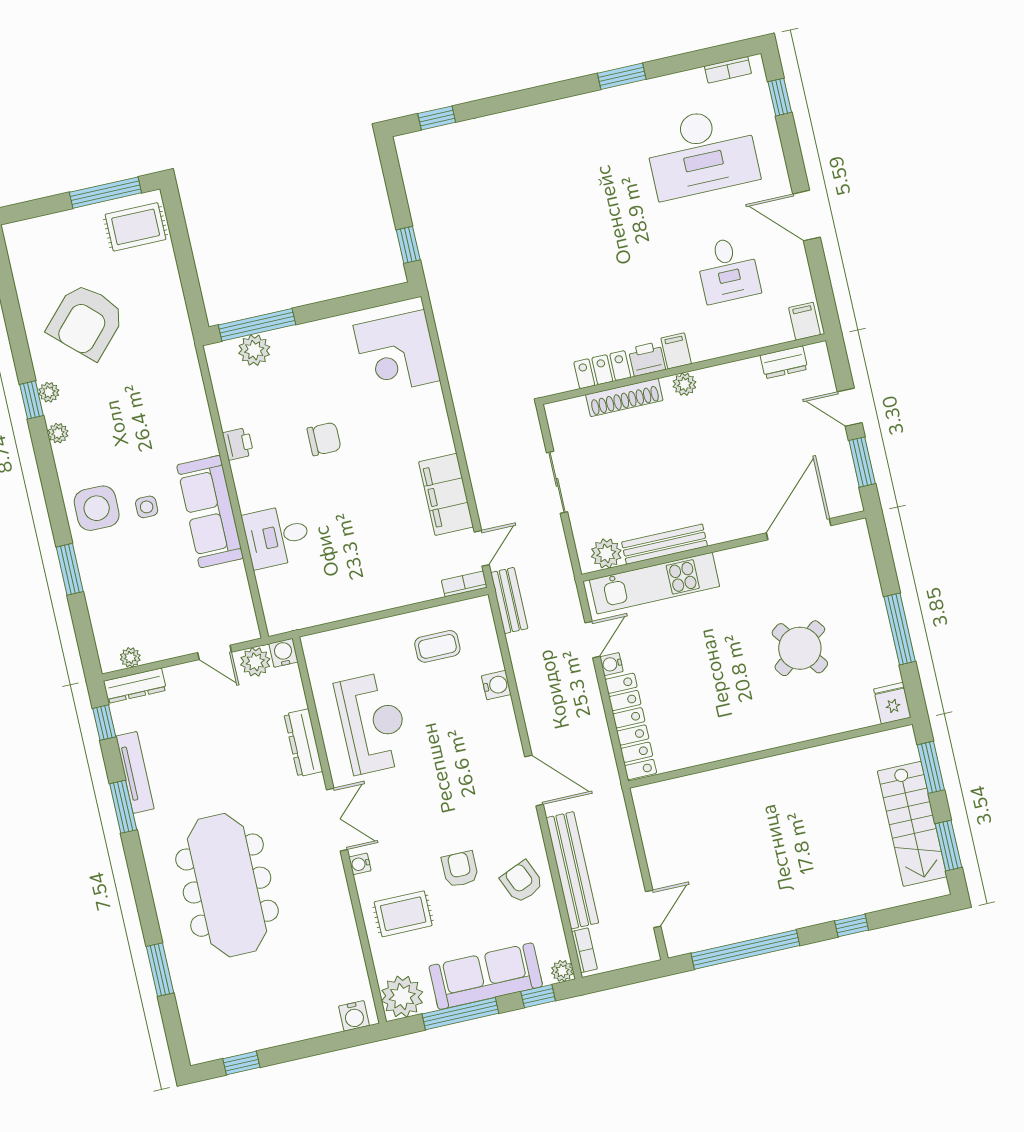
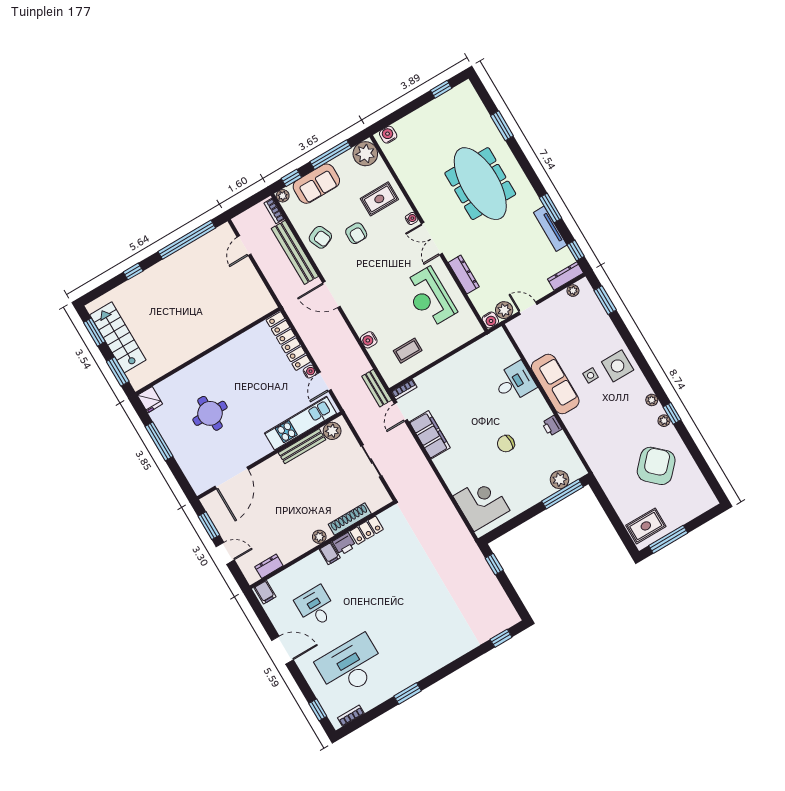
window: (70, 569) -> (605, 300), moved
round table: (800, 648) -> (210, 413), turned 37
sofa: (486, 976) -> (316, 184), width x0.73

